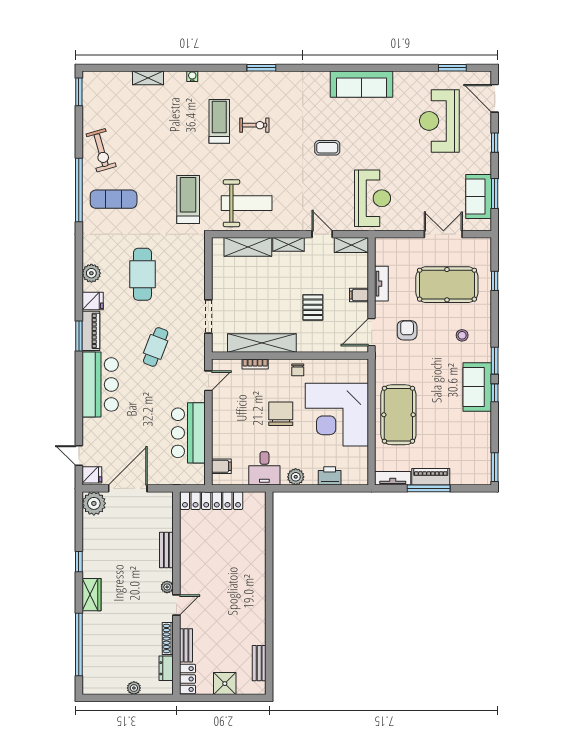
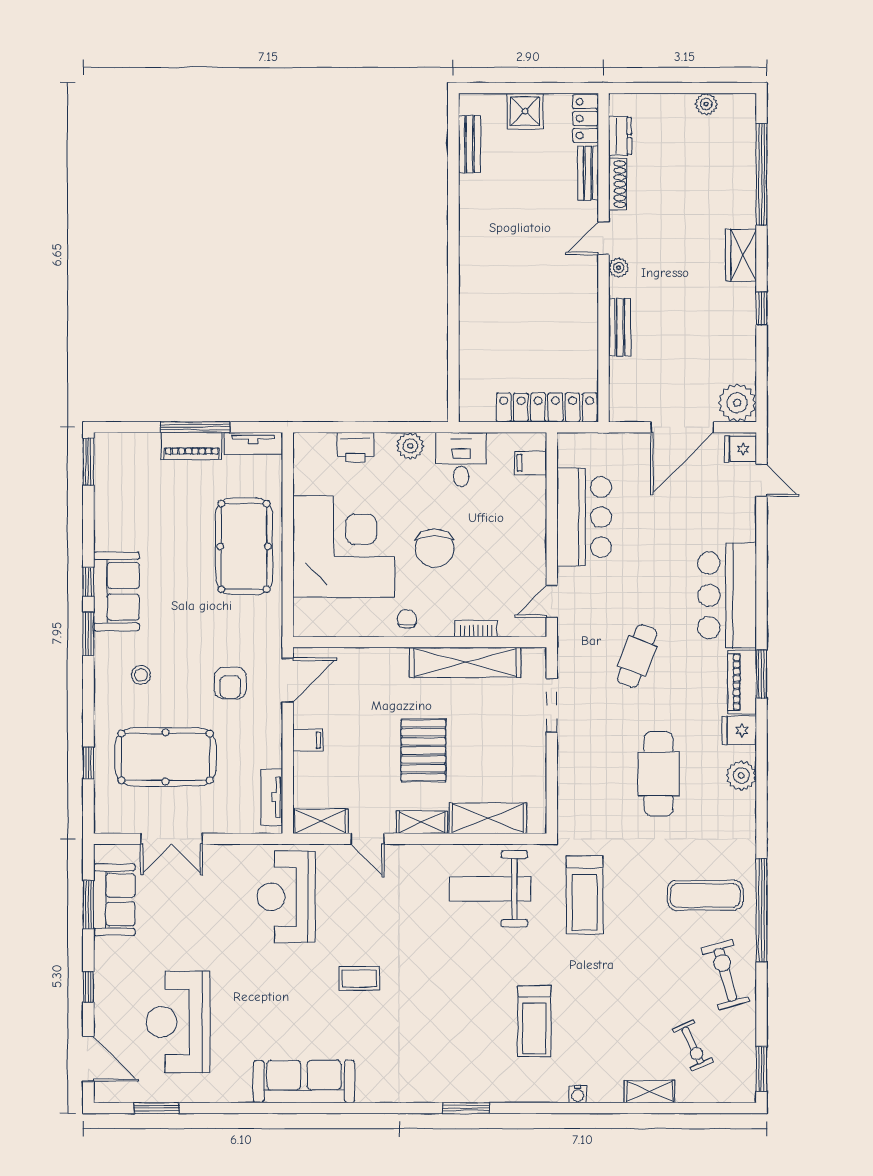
reception desk: (439, 121) -> (178, 1022), turned 180
exercise bike: (254, 125) -> (693, 1046), moved, turned -115
tv unit: (381, 284) -> (272, 797), moved
pallet: (313, 307) -> (423, 750), moved, width x1.50, depth x1.42
plant: (134, 688) -> (706, 104), moved

